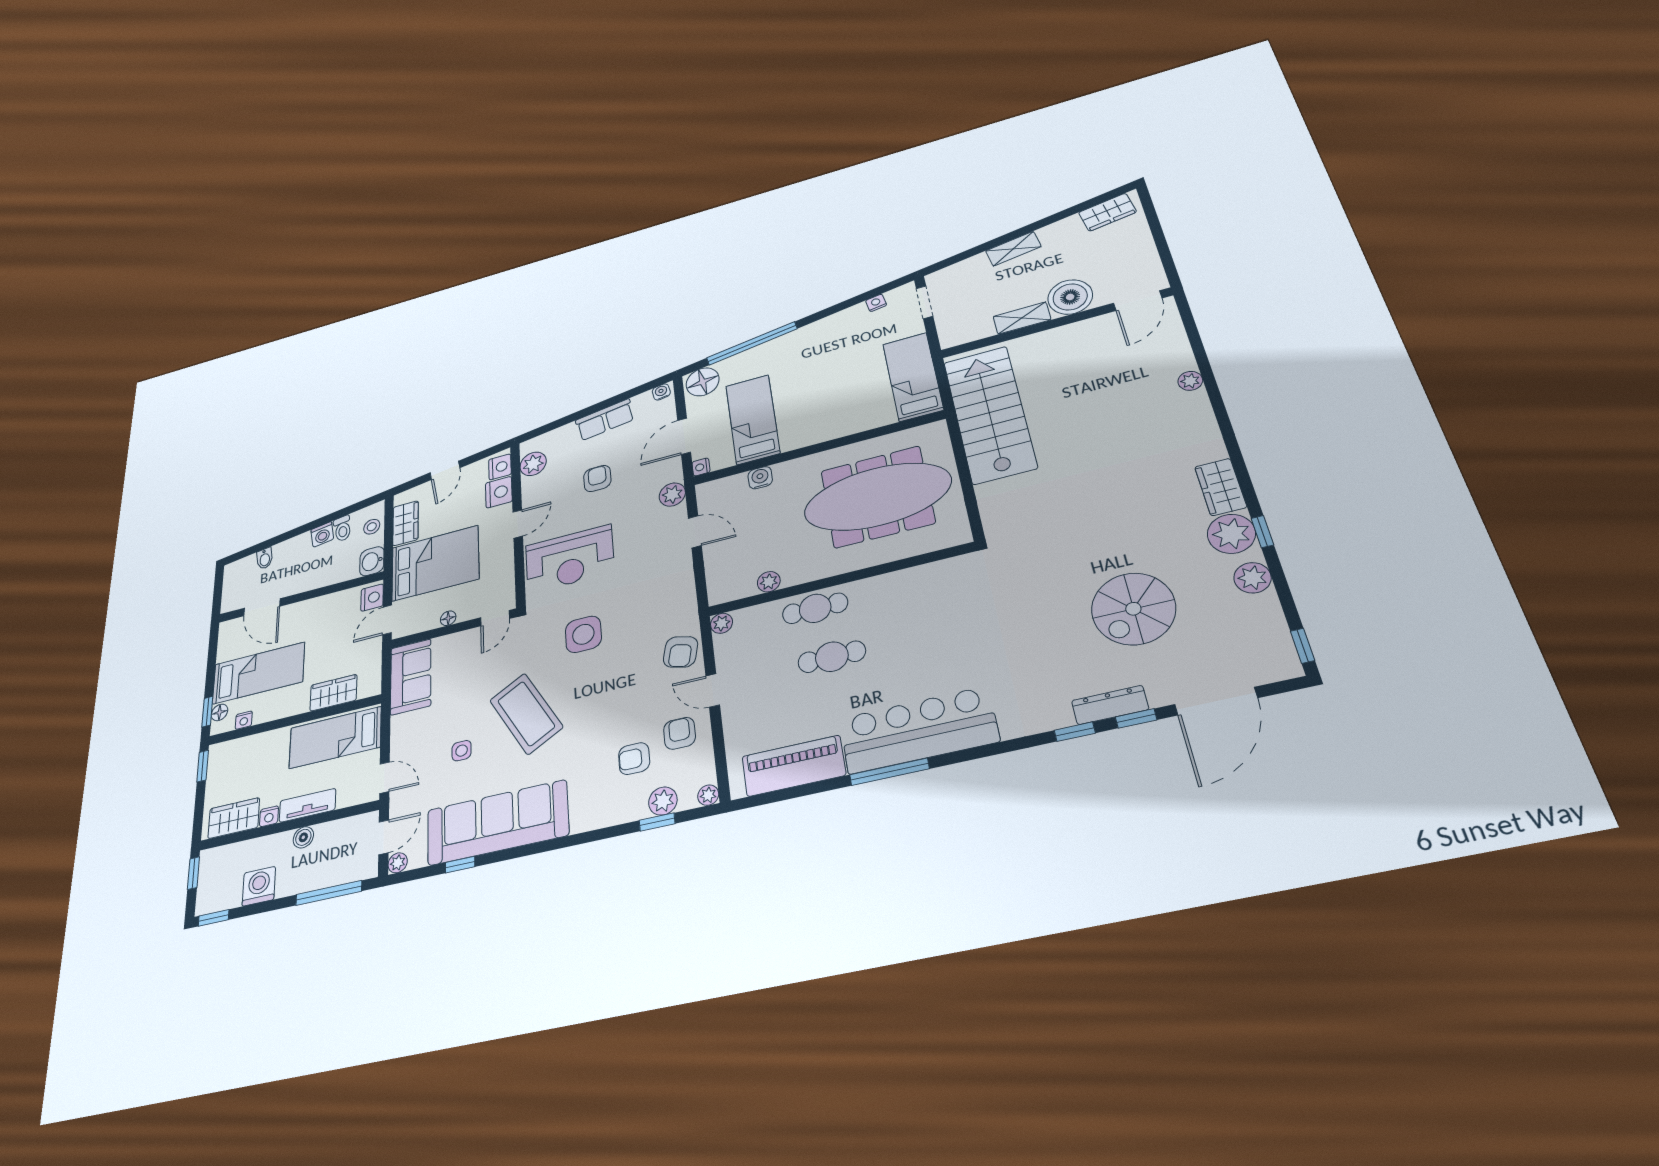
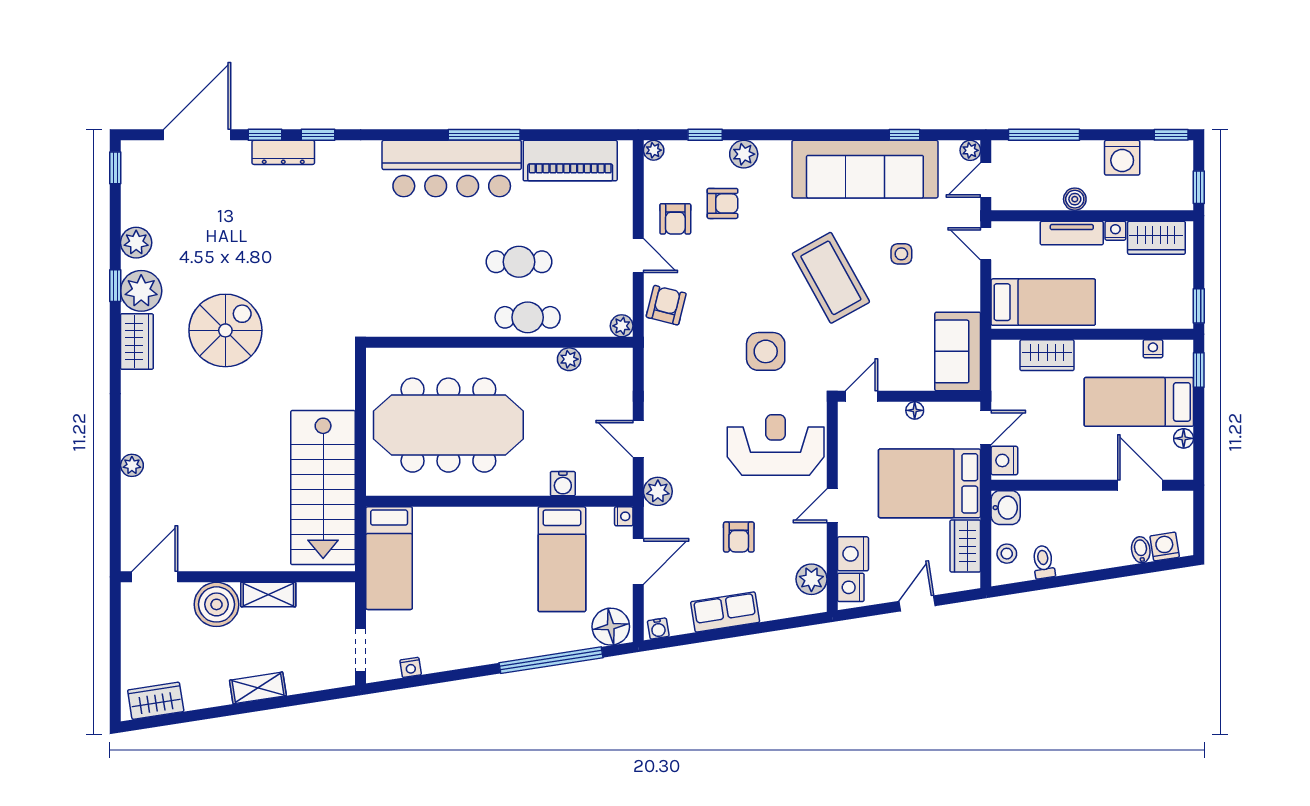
washing machine: (322, 534) -> (1165, 547), moved
spiral stairs: (1133, 609) -> (225, 330), moved
floor lamp: (219, 712) -> (1184, 438), moved
plant: (663, 801) -> (744, 154), moved

